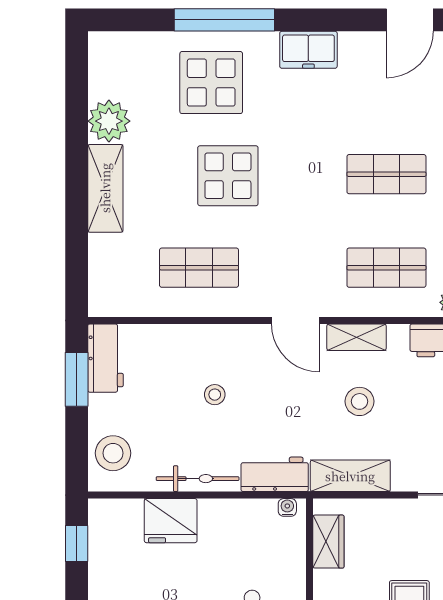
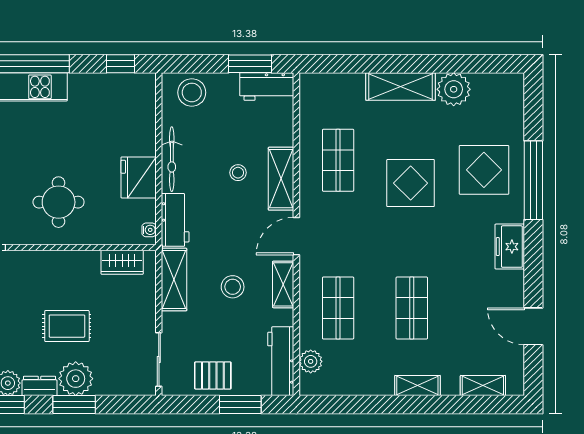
shelving: (222, 340) -> (281, 179), added
fridge: (171, 521) -> (139, 177), moved

